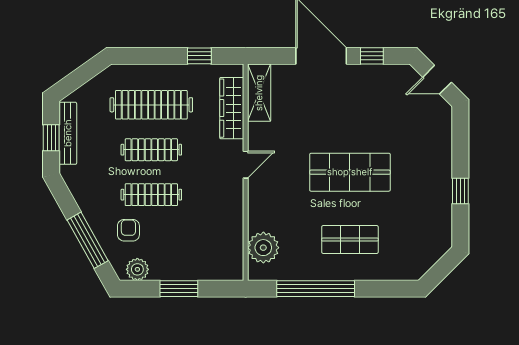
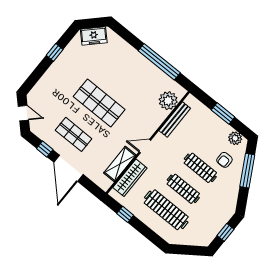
shelving: (259, 93) -> (120, 164), moved
bench: (68, 133) -> (175, 119), moved
shop shelf: (350, 240) -> (74, 134), moved
freezer: (427, 253) -> (94, 36), added

